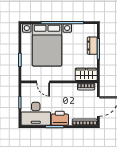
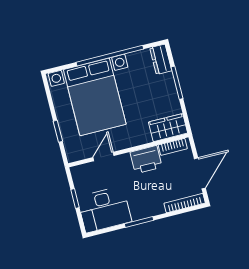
dresser: (92, 46) -> (161, 59), moved
door: (43, 82) -> (104, 157), swing flipped
printer: (60, 118) -> (146, 160), moved, turned 180

